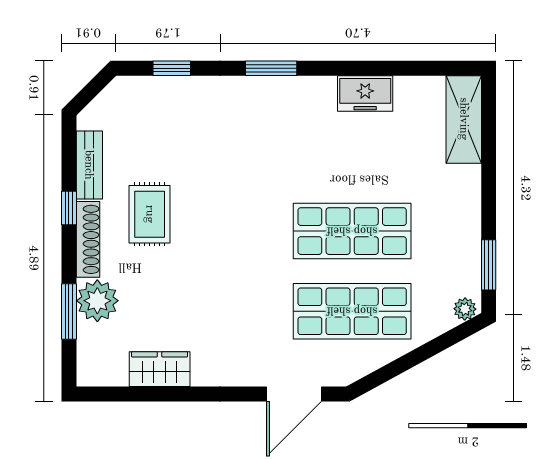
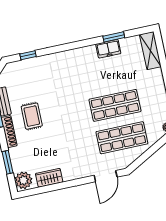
window: (271, 68) -> (114, 37), moved
plant: (97, 301) -> (23, 180), moved

